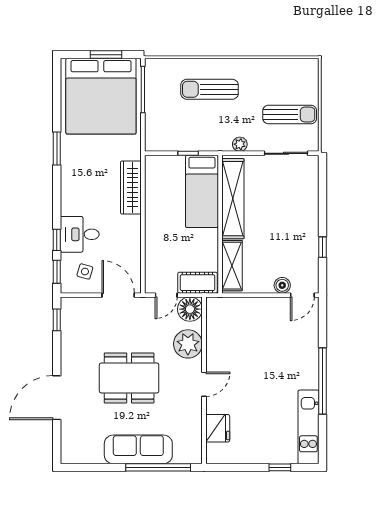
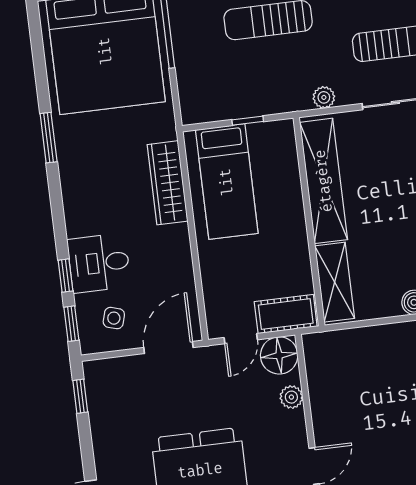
bed: (202, 191) -> (227, 182), moved
door: (118, 295) -> (168, 347), hinge flipped
plant: (188, 344) -> (291, 397), width x0.53, depth x0.53

